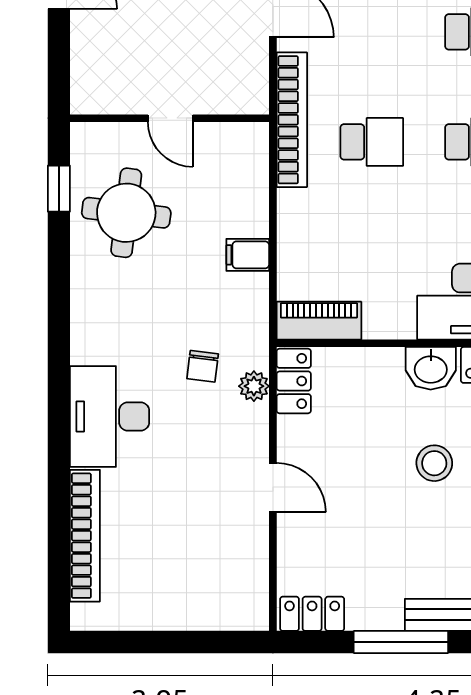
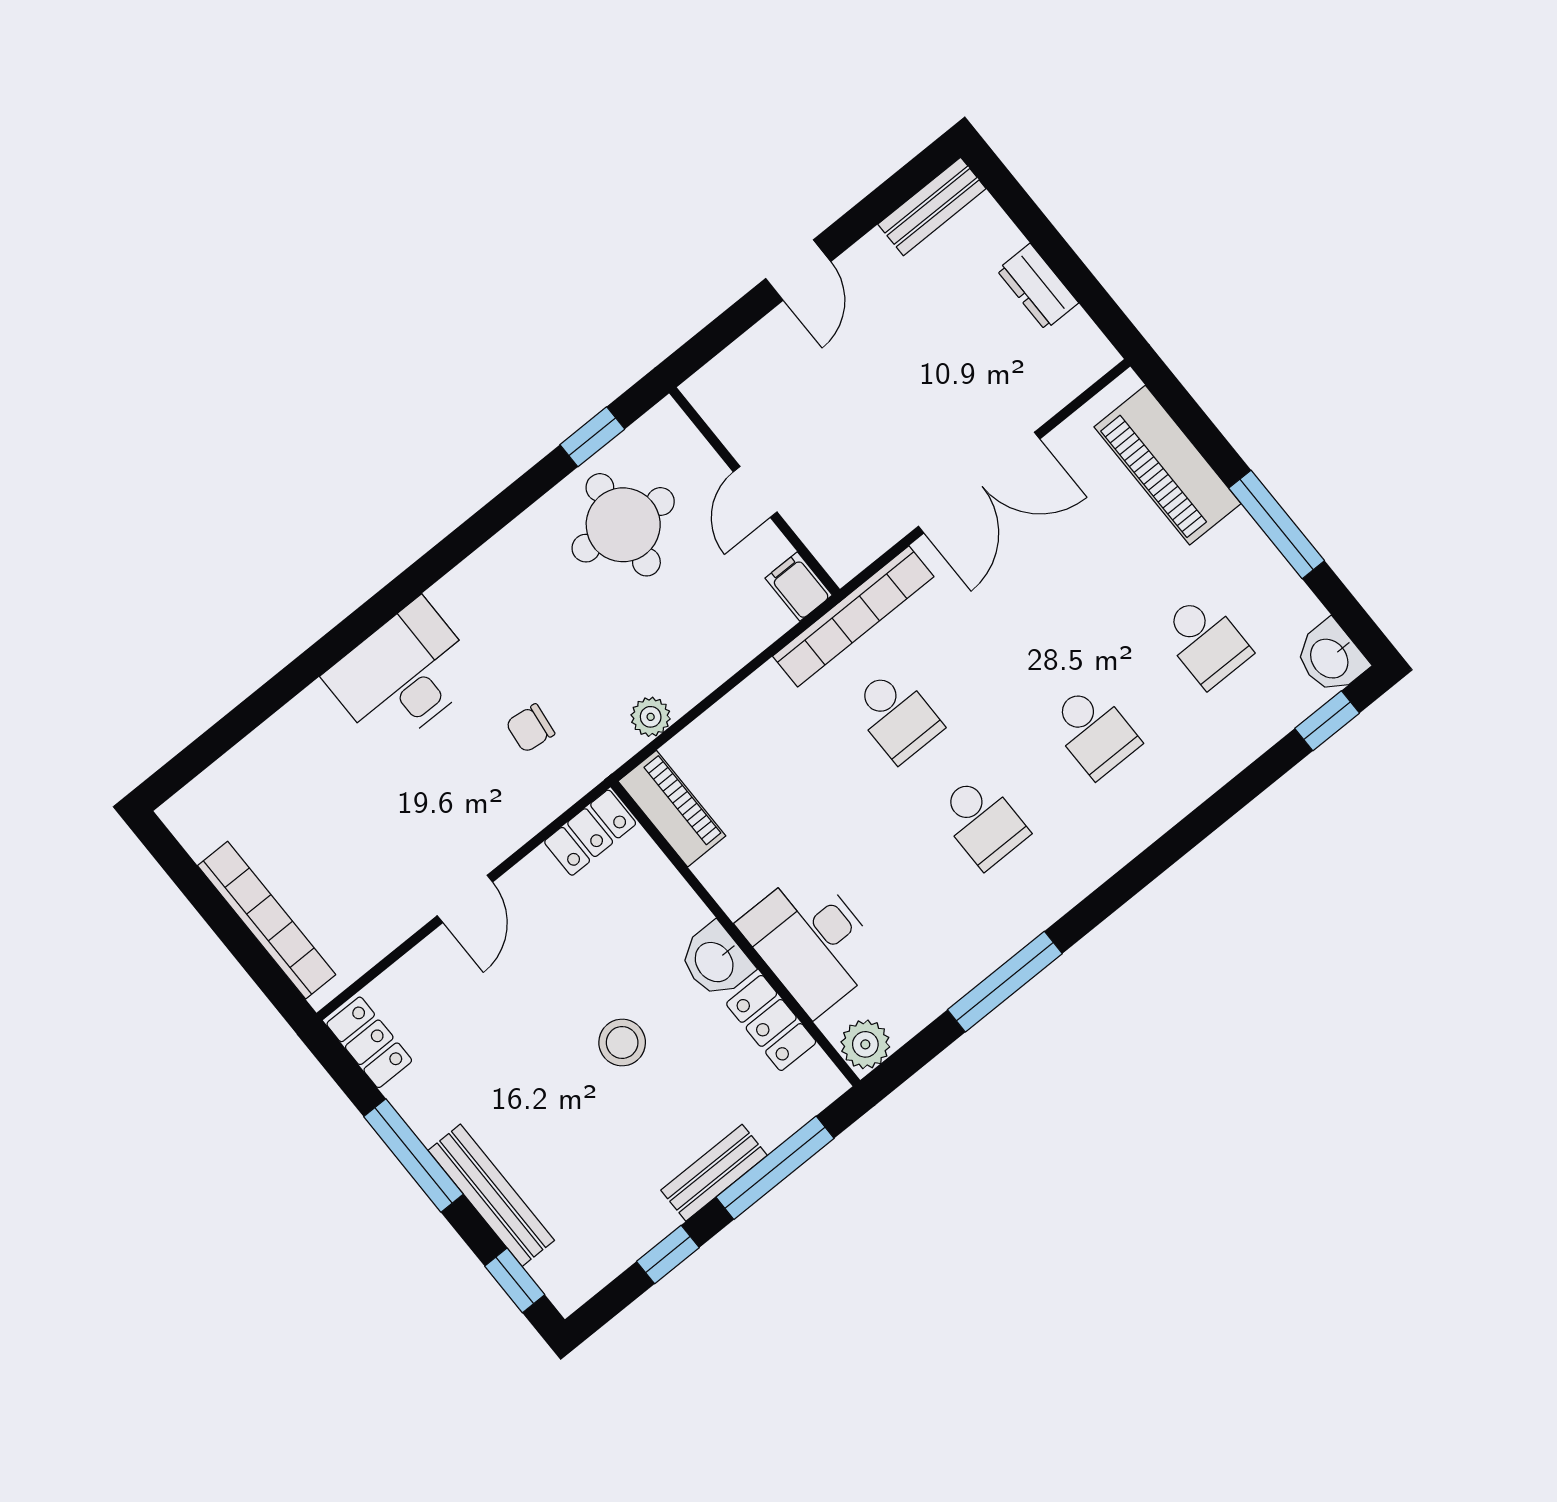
filing cabinet: (248, 255) -> (799, 587), moved
plant: (254, 386) -> (651, 717), moved
bookcase: (85, 536) -> (267, 920), moved, turned -90

